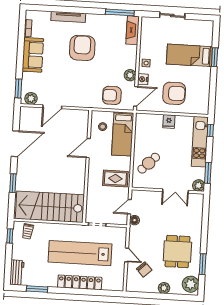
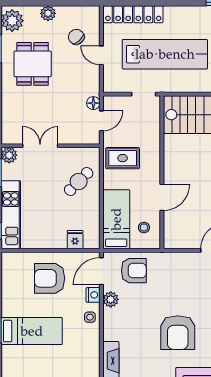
fridge: (169, 121) -> (75, 240), moved
locker: (80, 282) -> (133, 14), moved

